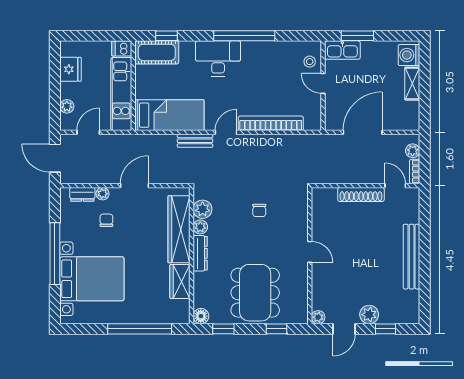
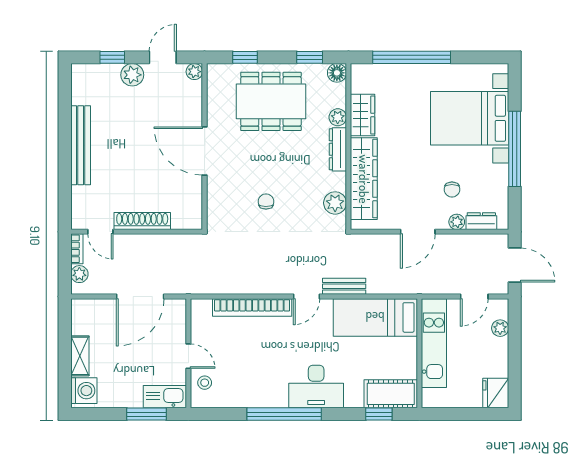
dishwasher: (122, 49) -> (433, 399), removed
fridge: (70, 69) -> (496, 393), moved
plant: (200, 227) -> (338, 117), moved
door: (310, 252) -> (205, 151), width x1.87
dining table: (255, 293) -> (271, 101), turned 90

